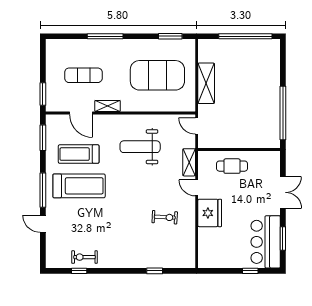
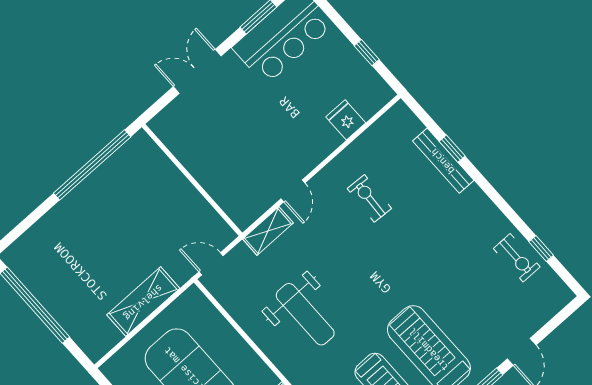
door: (197, 126) -> (211, 264), swing flipped
cafe table: (232, 166) -> (222, 170), removed
fridge: (210, 213) -> (346, 120), moved, width x0.53, depth x0.75
bench: (153, 263) -> (443, 161), added
window: (250, 271) -> (367, 53), moved

